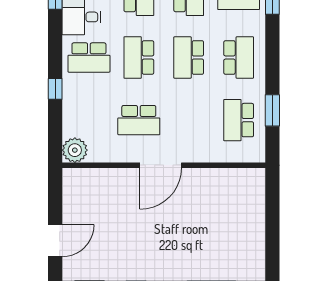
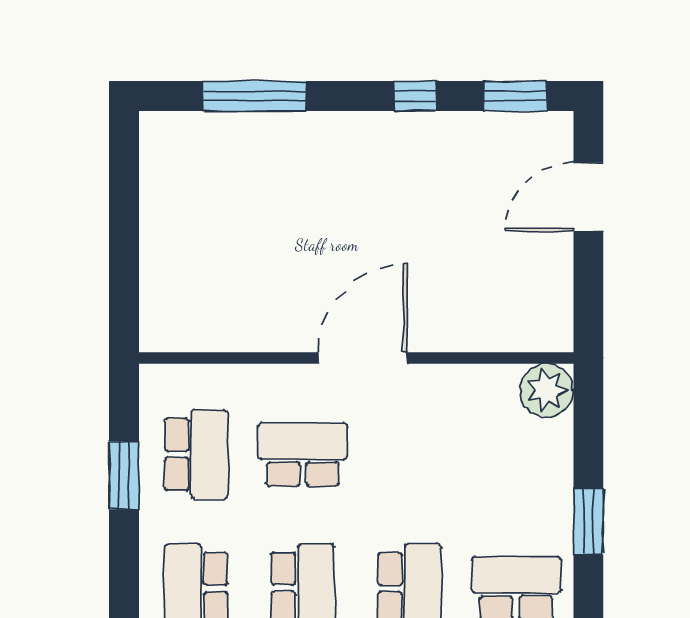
window: (55, 89) -> (588, 521), width x1.50
school desk: (139, 120) -> (303, 454), moved

